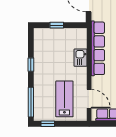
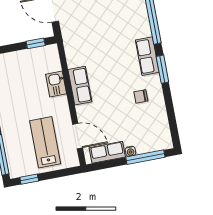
window: (57, 25) -> (36, 43), moved
row of seats: (98, 48) -> (80, 86), width x0.50

